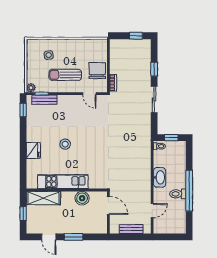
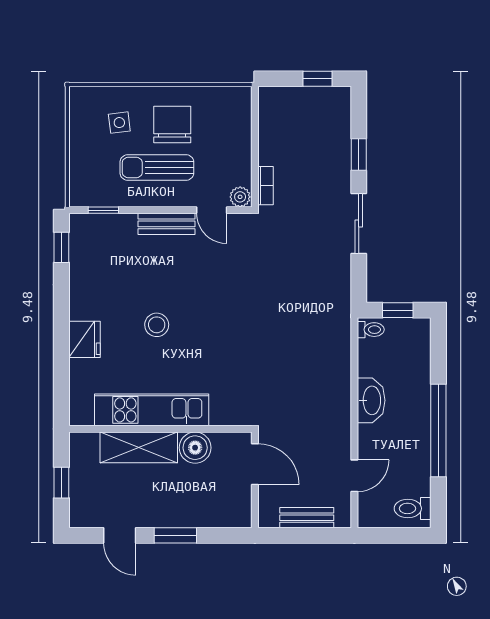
chair: (97, 71) -> (172, 124), moved
plant: (31, 88) -> (240, 197), moved
bench: (44, 100) -> (166, 224), moved
toilet: (178, 194) -> (413, 508), moved
shelving: (43, 198) -> (139, 447), moved

